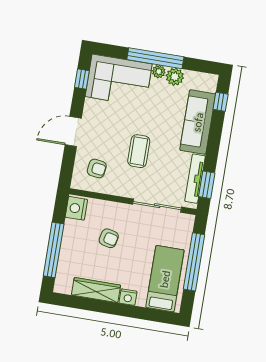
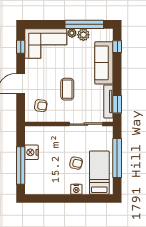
window: (155, 58) -> (84, 24), moved
nightstand: (76, 208) -> (31, 152), moved
armchair: (109, 238) -> (76, 163), moved
wardrobe: (96, 290) -> (54, 188), removed

